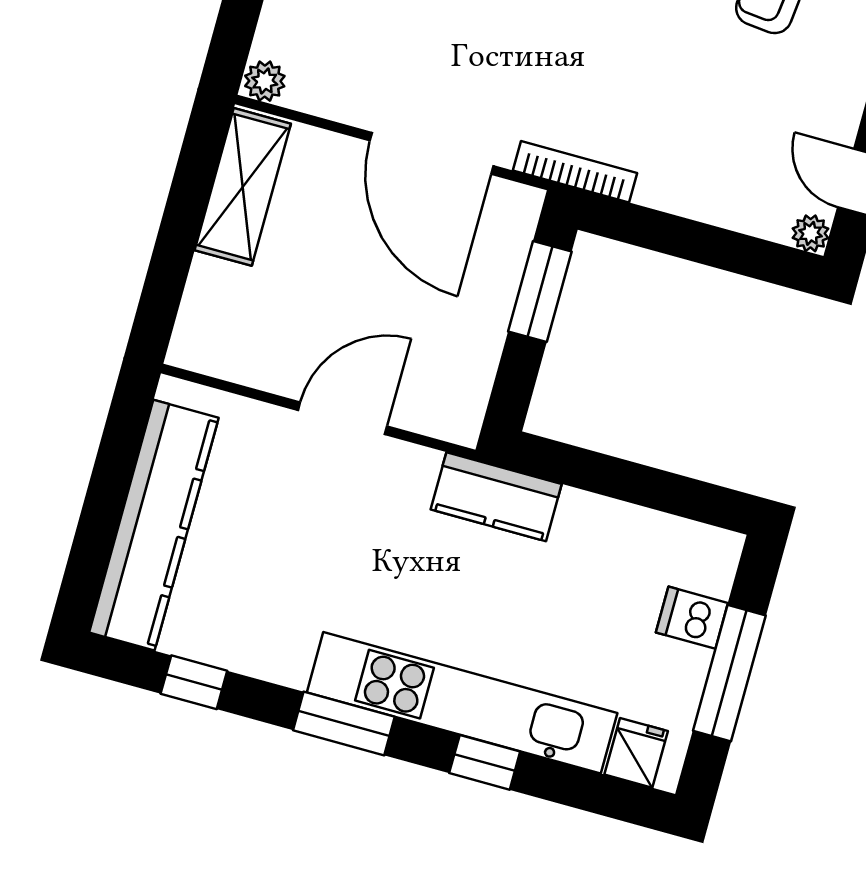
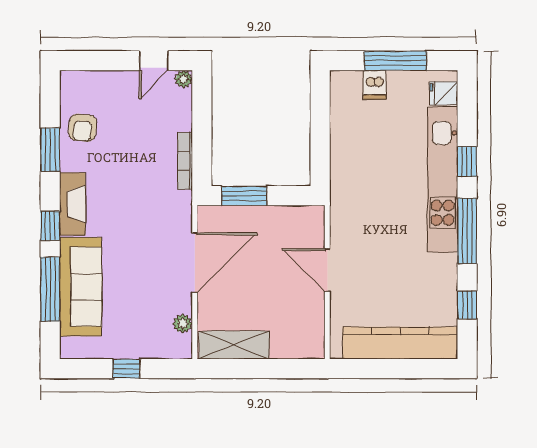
plant: (265, 81) -> (183, 324), moved
bookcase: (575, 172) -> (185, 161), moved
kitchen counter: (496, 497) -> (344, 190), removed
window: (344, 724) -> (467, 231), width x1.44

